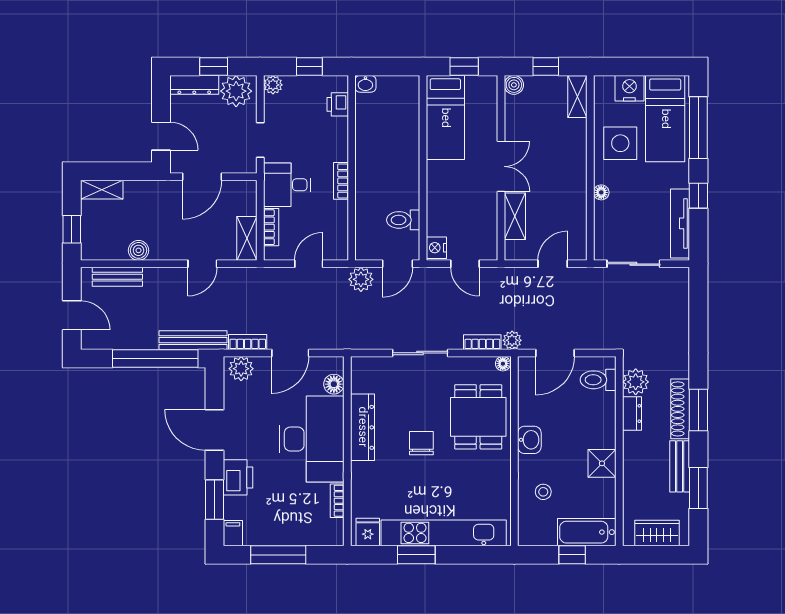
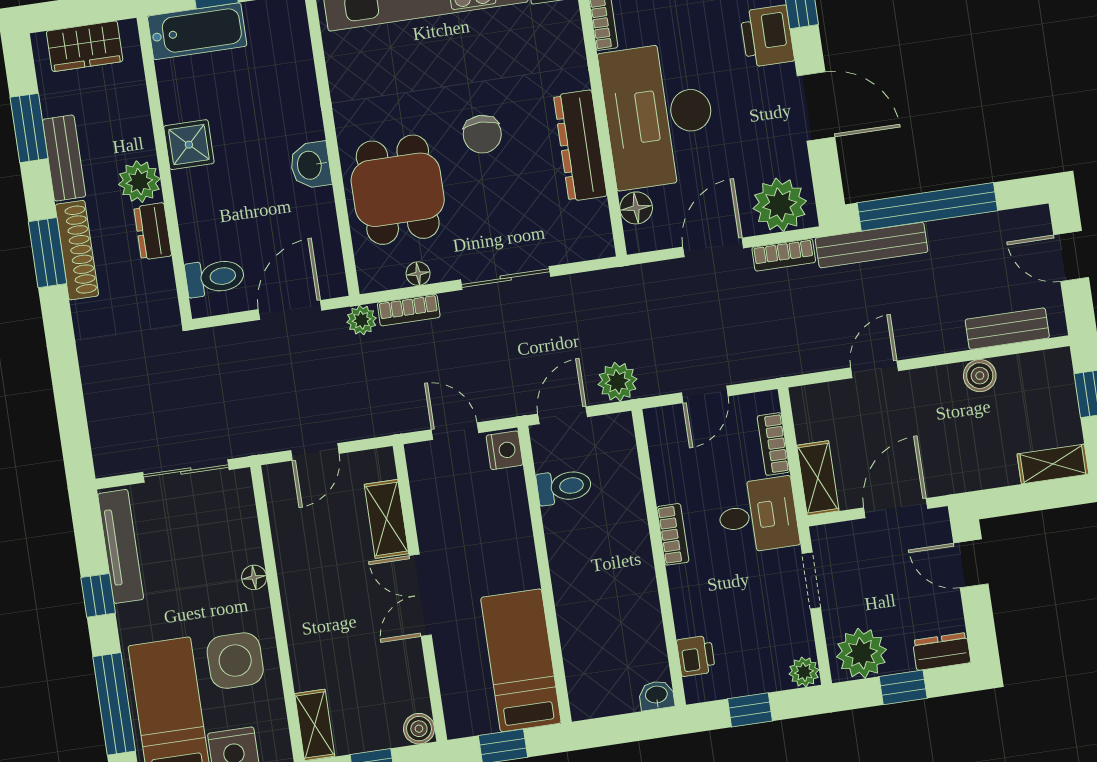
dresser: (194, 85) -> (942, 651), width x0.70
shelving: (247, 238) -> (818, 478), moved
floor lamp: (503, 364) -> (418, 274), moved
plant: (241, 369) -> (780, 205), width x1.36, depth x1.36
plant: (636, 382) -> (139, 182), moved
stool: (543, 492) -> (276, 85), removed

